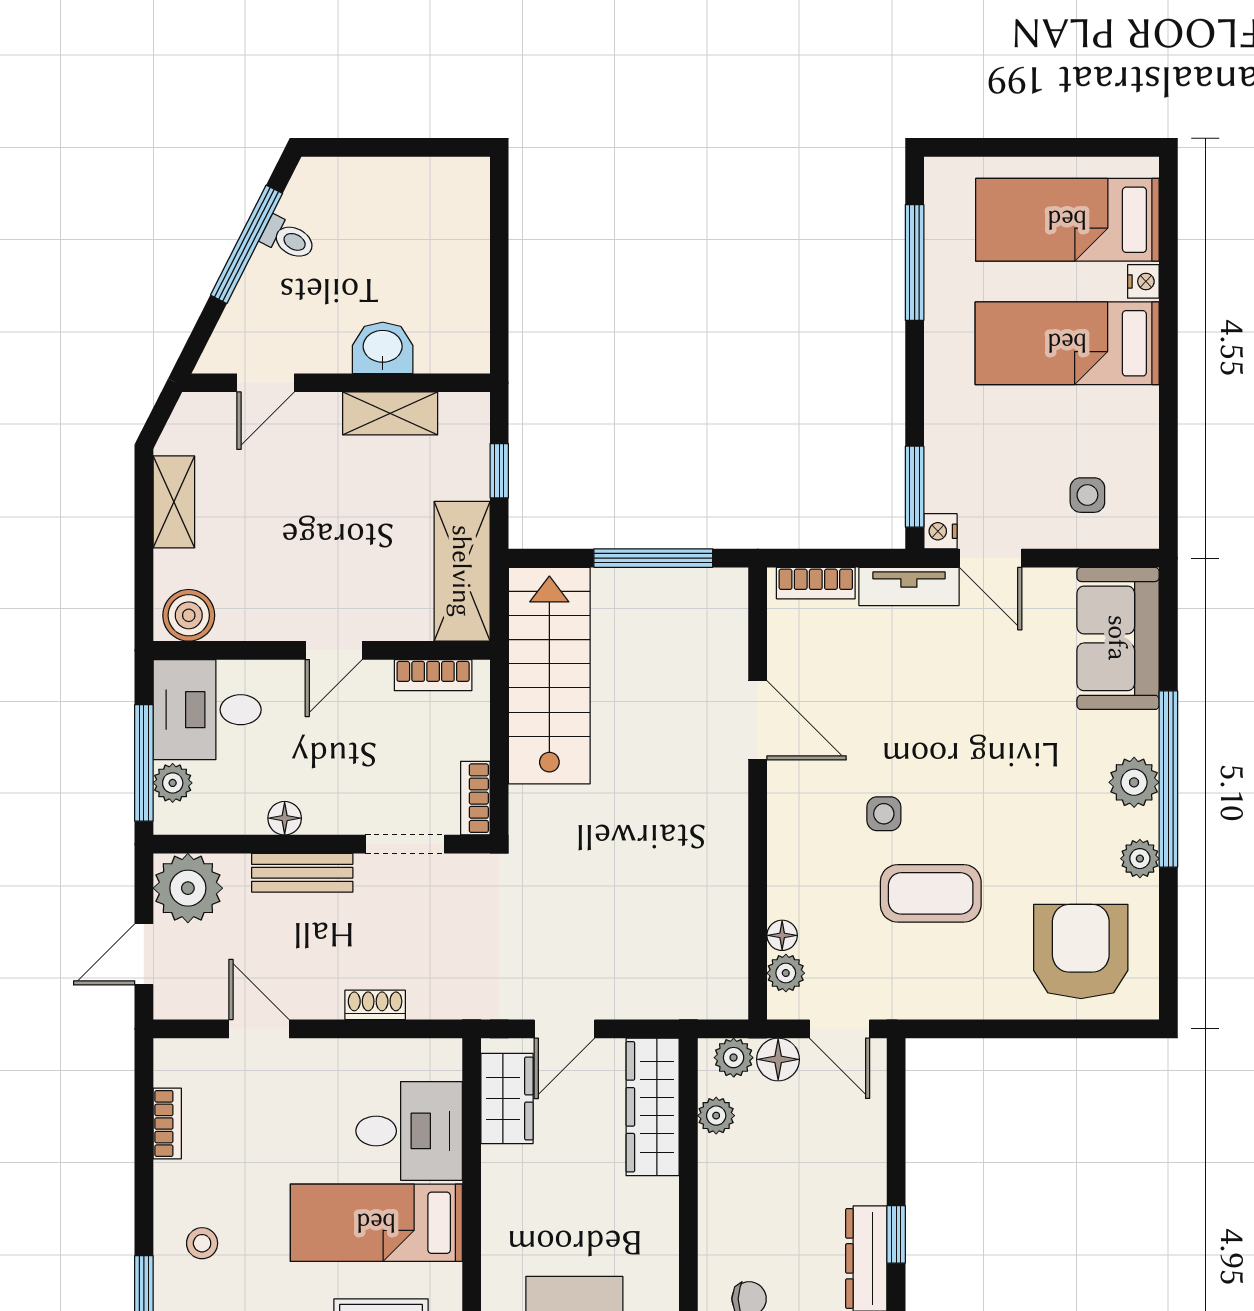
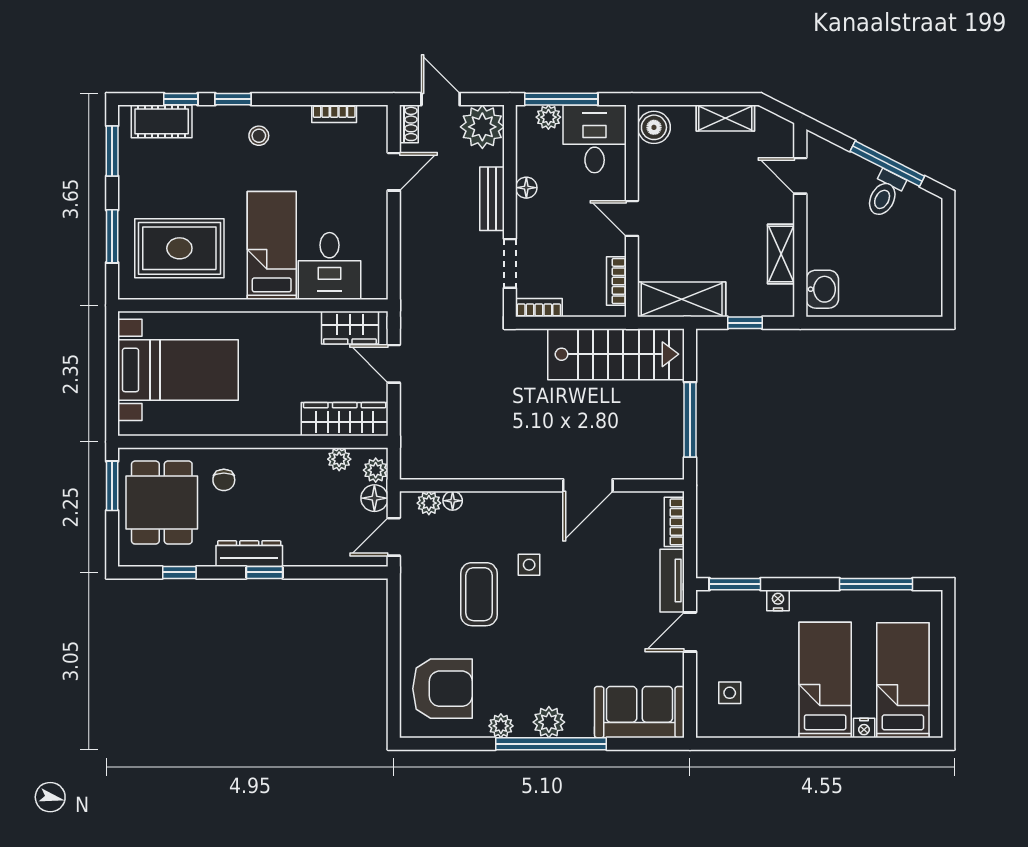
toilet: (288, 239) -> (885, 194), width x1.37, depth x1.39
washbasin: (383, 348) -> (822, 289), moved
nightstand: (940, 531) -> (778, 600), moved
shoe rack: (375, 1005) -> (409, 124), moved

